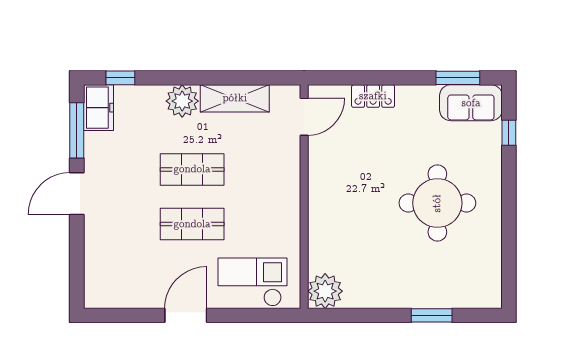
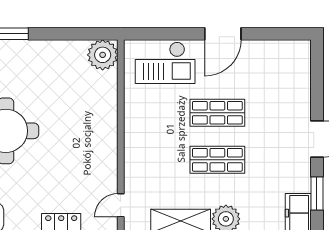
door: (304, 117) -> (121, 205), width x0.73
window: (77, 130) -> (317, 193), width x0.69

